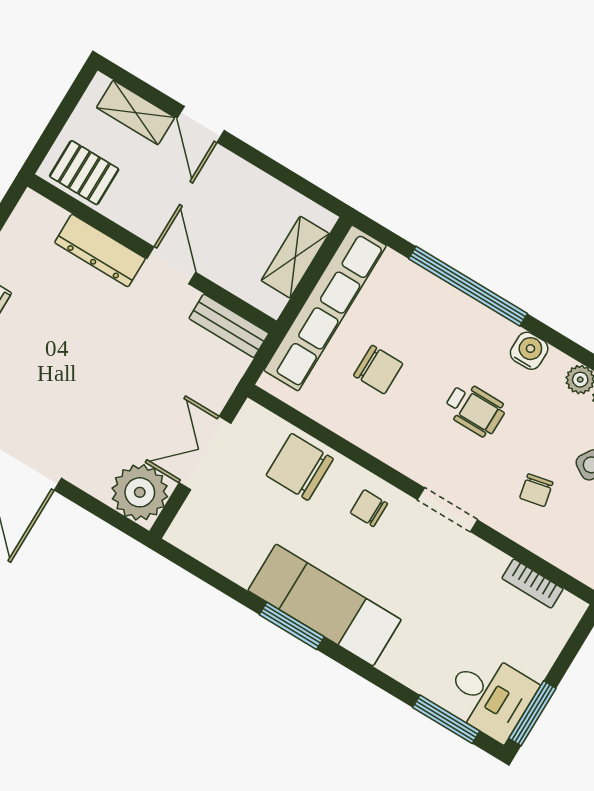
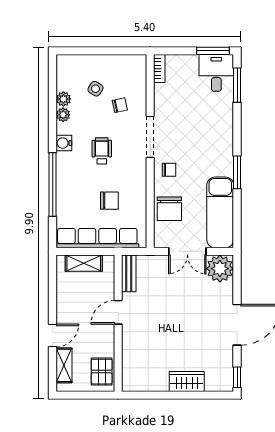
dresser: (100, 250) -> (130, 346), removed
chair: (378, 370) -> (109, 201), turned 90
chair: (369, 508) -> (169, 170), turned -90
doorway: (447, 510) -> (150, 137), width x1.38
bookcase: (532, 584) -> (159, 69), moved
exam couch: (325, 605) -> (220, 212), moved

